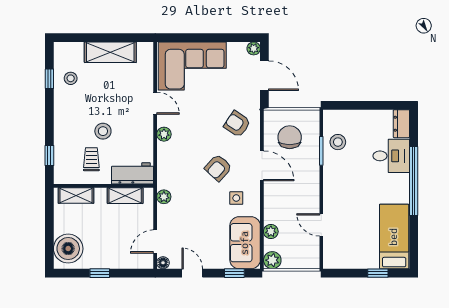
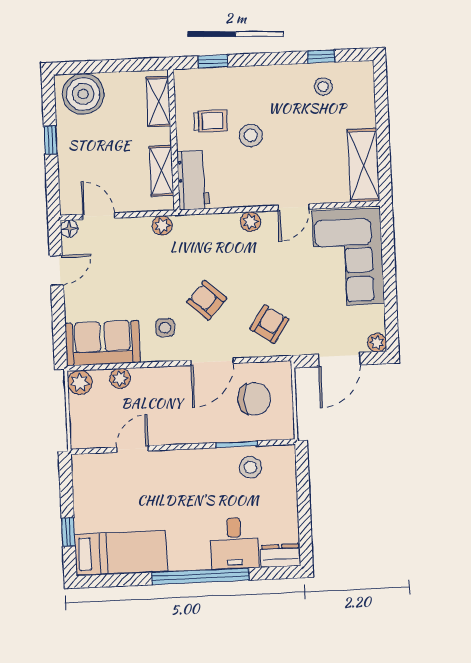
shelving: (110, 52) -> (364, 165), moved
window: (234, 273) -> (59, 330), removed

